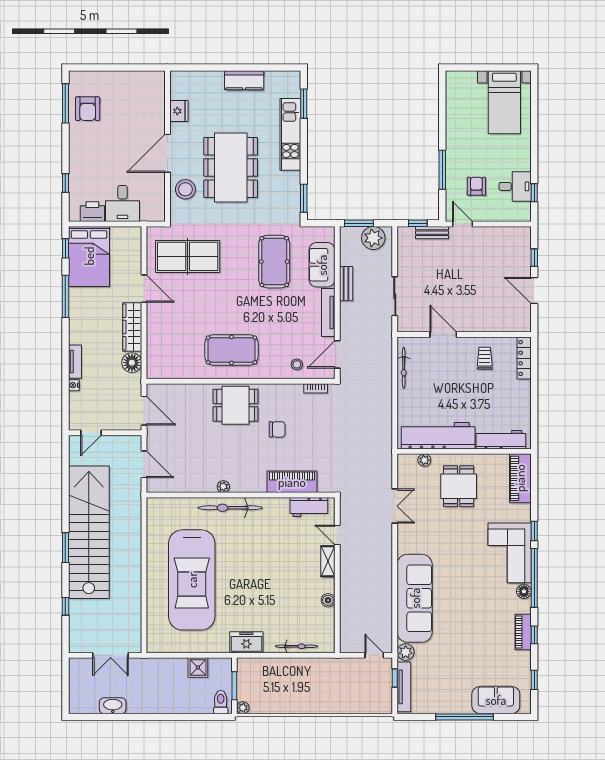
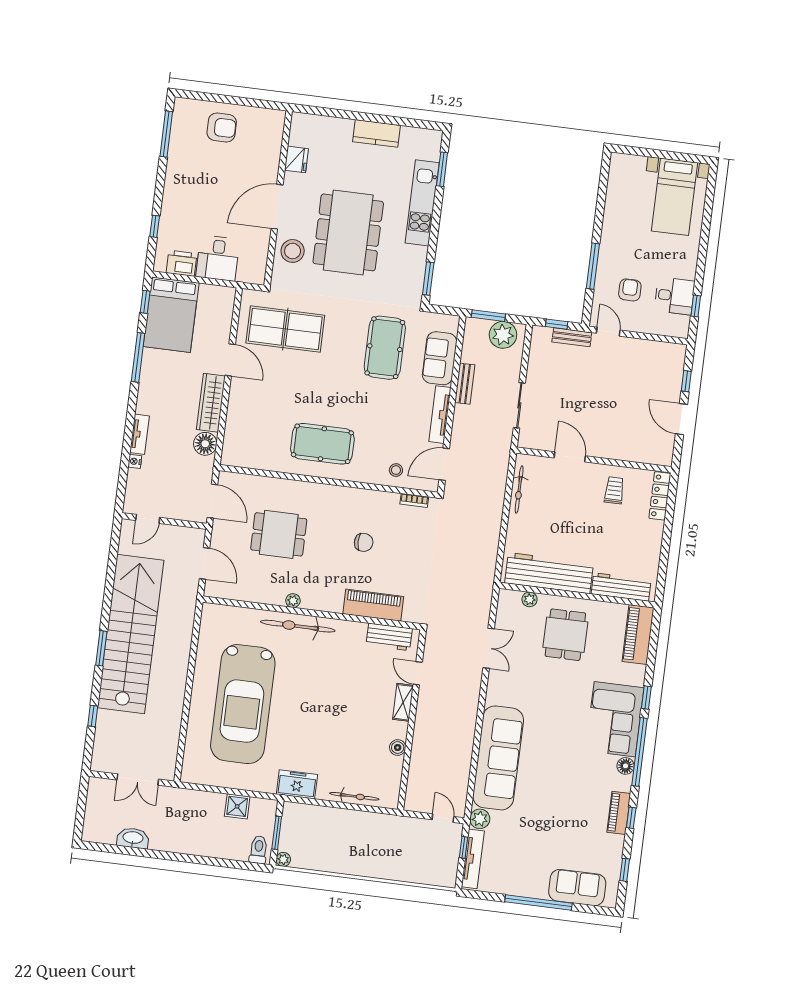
armchair: (88, 109) -> (222, 127), moved, turned -90
dining table: (236, 405) -> (279, 534), moved

